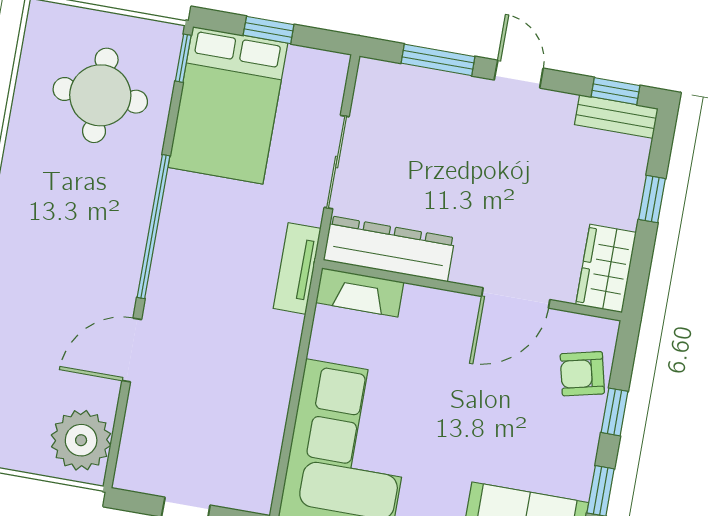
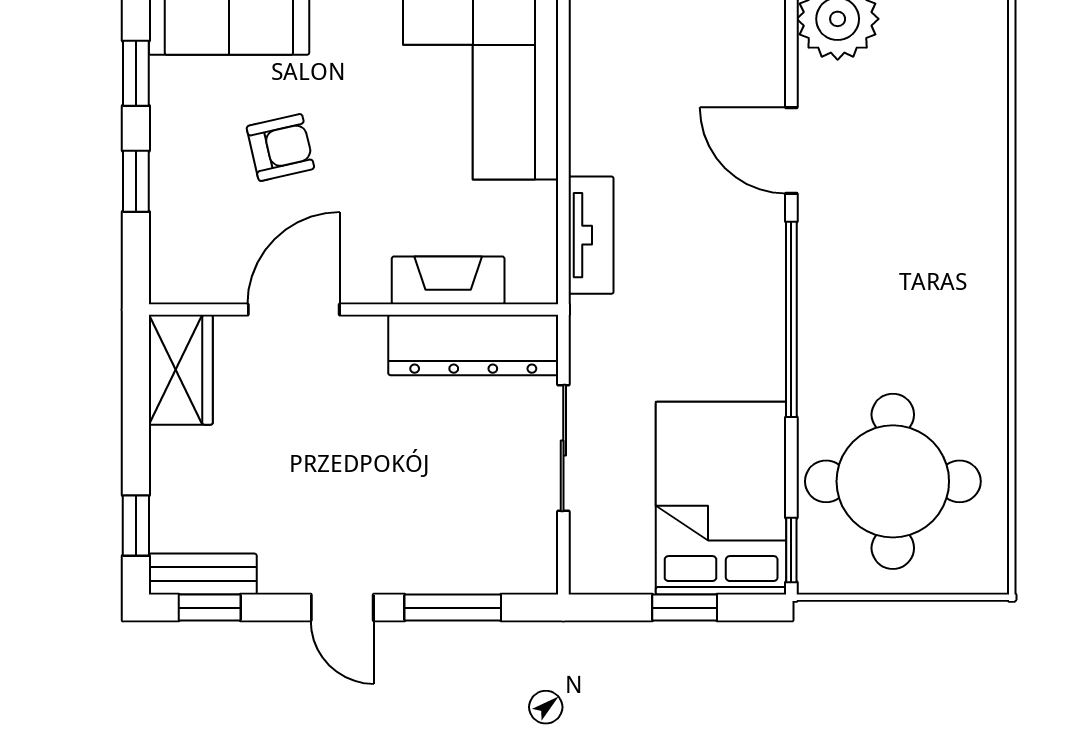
round table: (100, 95) -> (893, 481), width x1.36, depth x1.36
window: (652, 199) -> (136, 526), moved
tv unit: (297, 268) -> (591, 235), moved
fireplace: (360, 292) -> (448, 280), moved
door: (132, 350) -> (791, 151), swing flipped
armchair: (582, 374) -> (280, 148), moved

